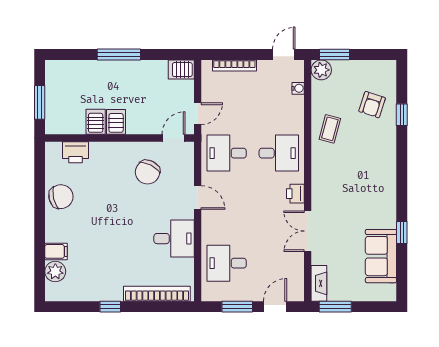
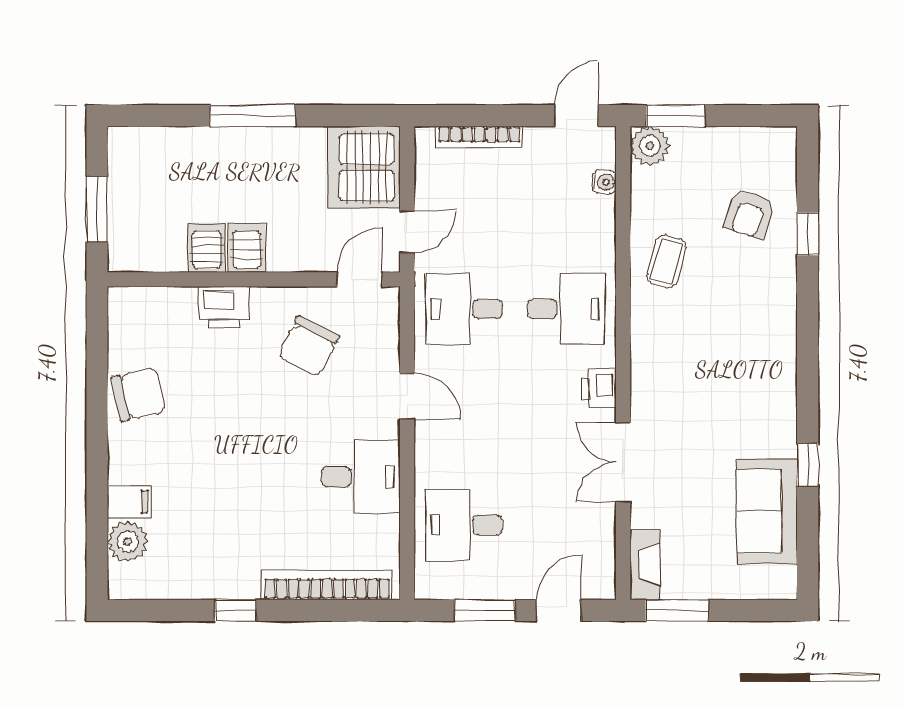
server rack: (181, 70) -> (364, 167), width x2.18, depth x1.44
printer: (75, 152) -> (224, 307), moved

